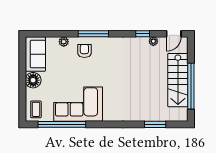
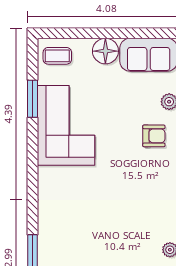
window: (62, 124) -> (33, 99), width x0.47

